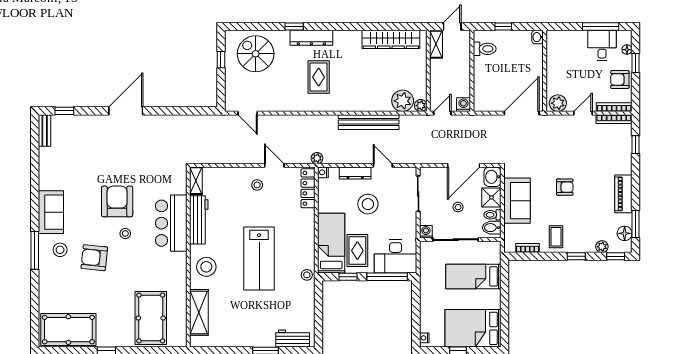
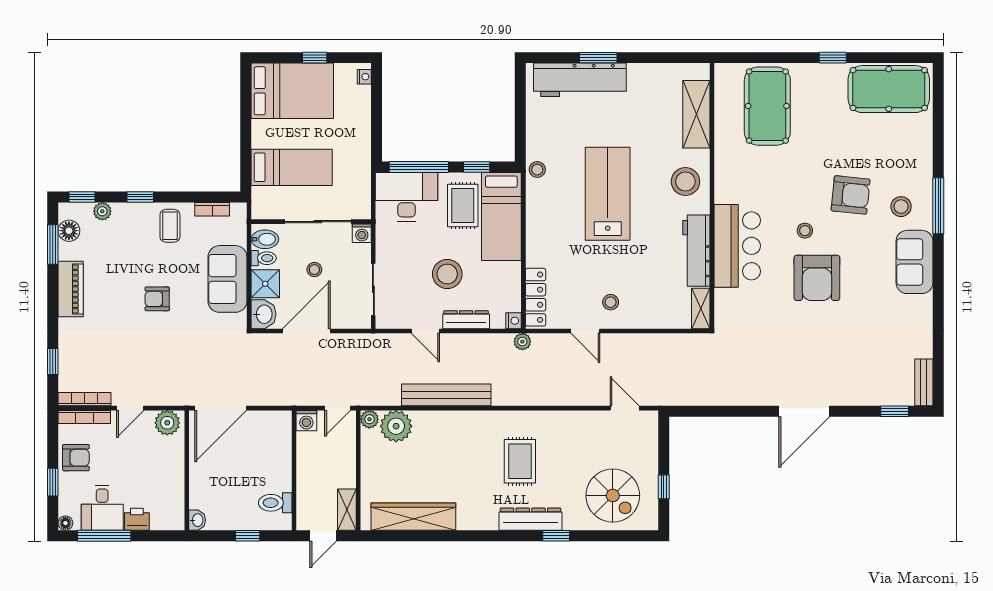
printer: (578, 38) -> (137, 519), added
floor lamp: (627, 50) -> (65, 523), moved
workbench: (293, 339) -> (580, 80), width x1.88, depth x1.32

